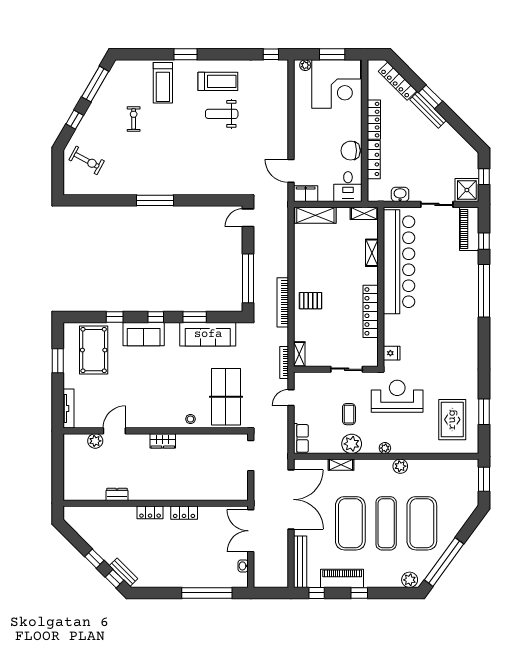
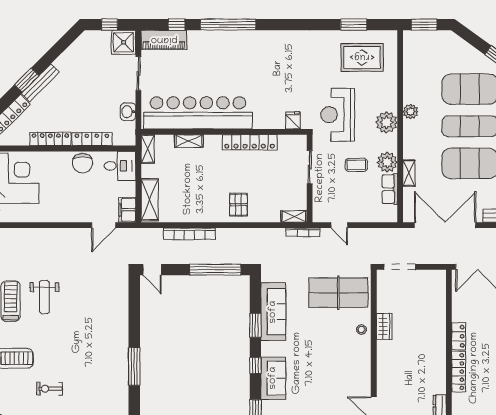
bookcase: (283, 302) -> (189, 234), moved
row of seats: (301, 438) -> (390, 189), moved, turned -90
wardrobe: (163, 441) -> (384, 326), moved
plant: (385, 448) -> (386, 122), width x1.88, depth x1.88
locker: (150, 512) -> (458, 372), width x1.53

